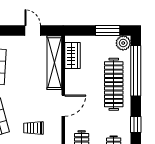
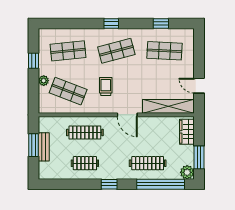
door: (33, 31) -> (199, 86), swing flipped
wardrobe: (72, 56) -> (187, 132), moved, turned 90
clothes rail: (114, 84) -> (148, 163), width x0.73, depth x0.76

